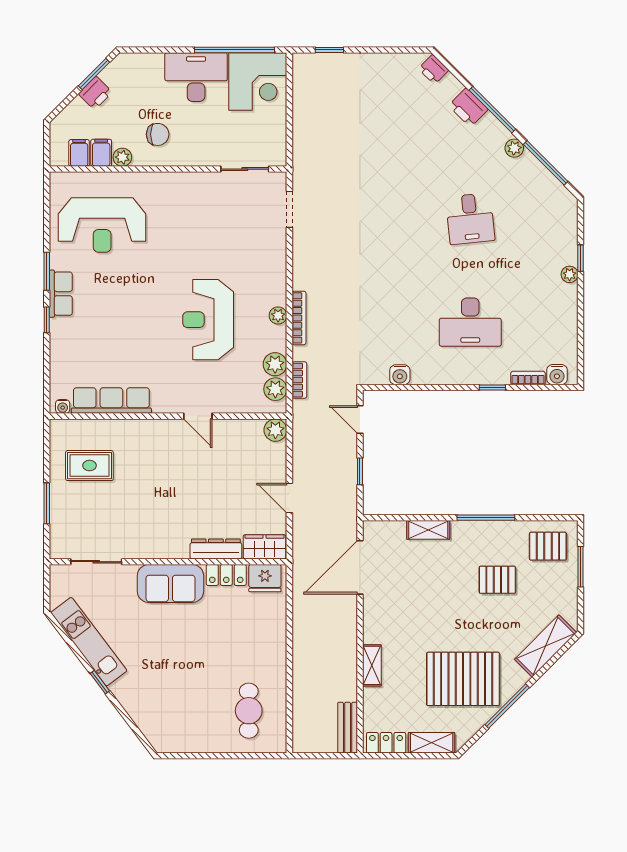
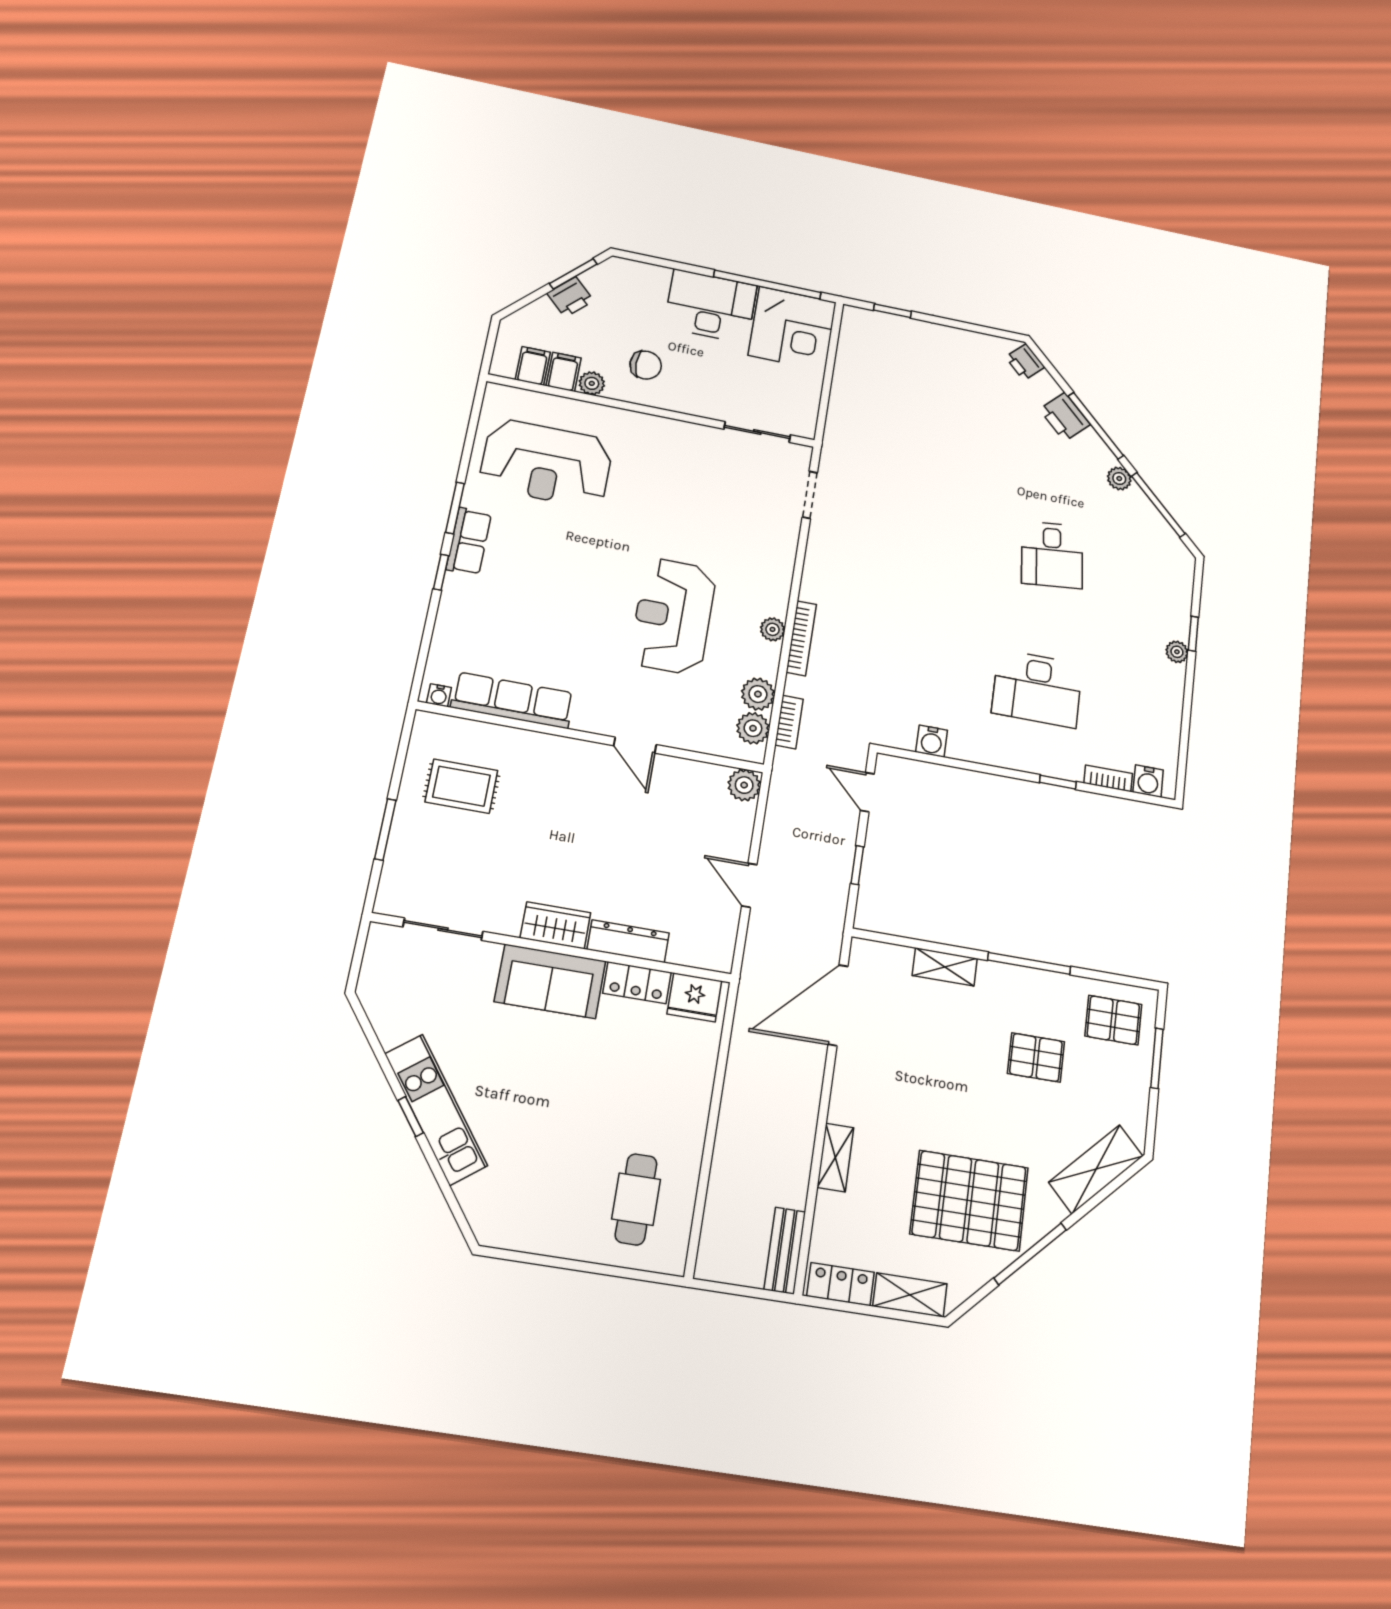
wardrobe: (265, 547) -> (555, 925), moved
kitchen unit: (89, 642) -> (436, 1110), moved

